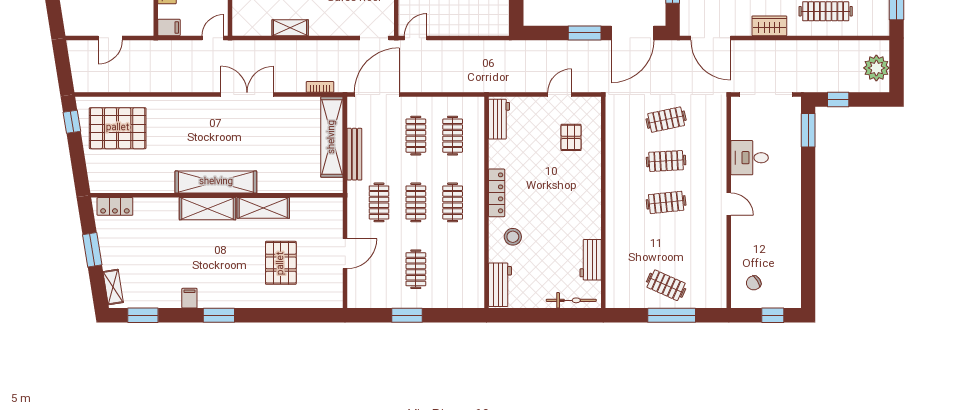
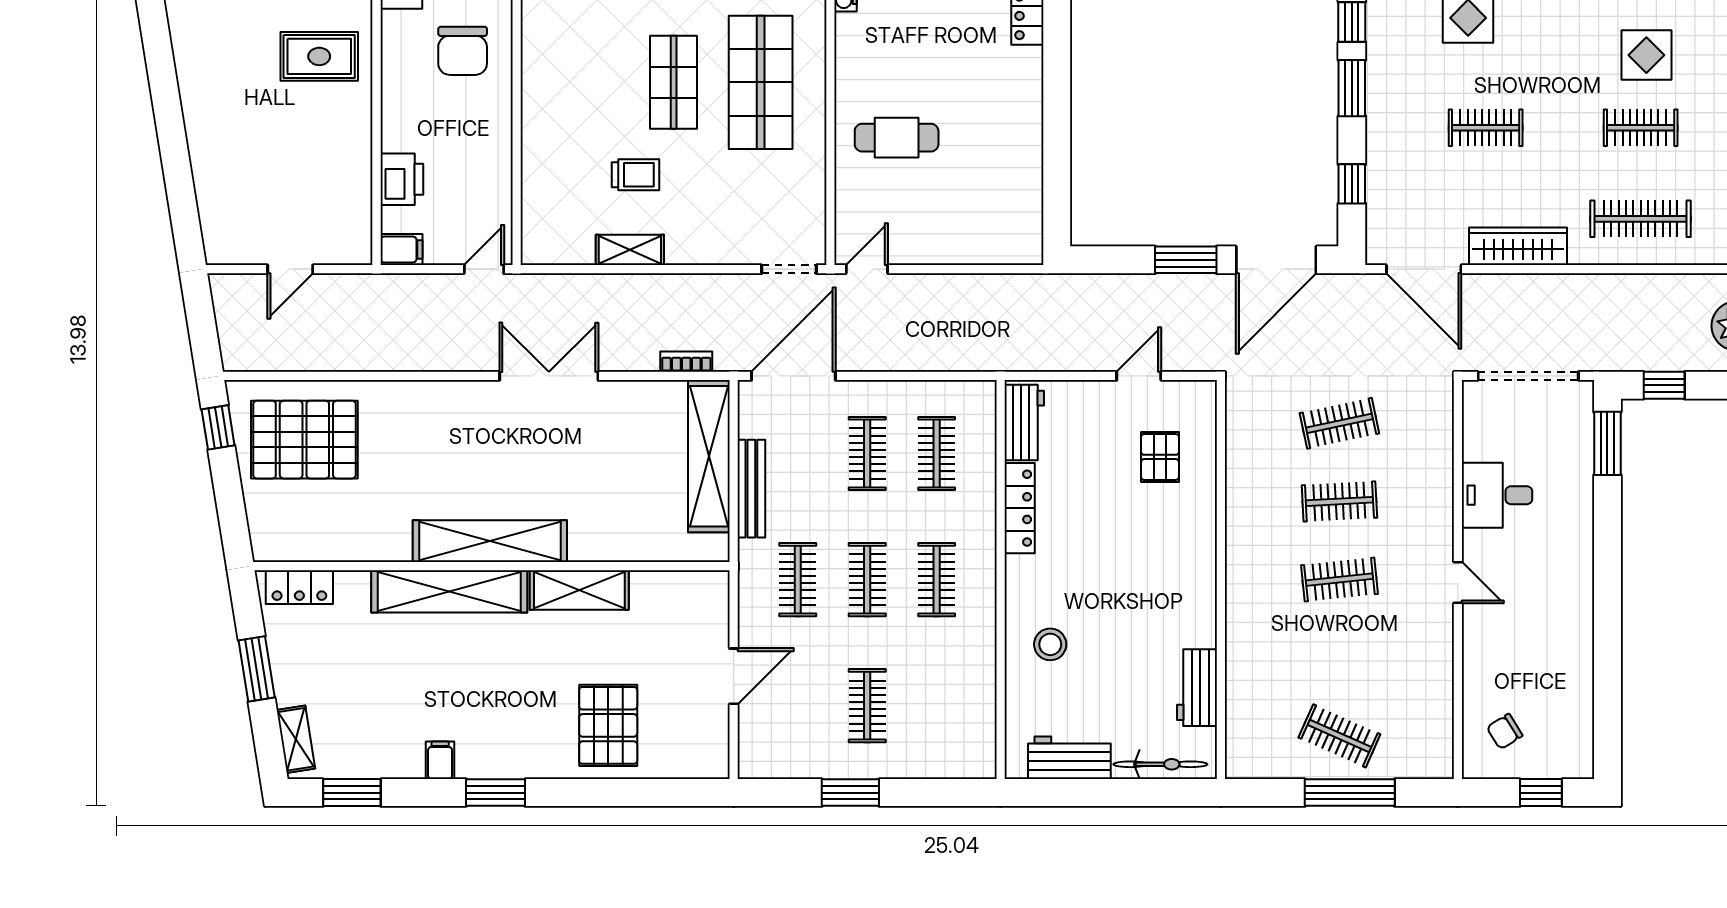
wardrobe: (769, 26) -> (1518, 246), width x1.50
locker: (497, 193) -> (1020, 508), moved
shelving: (208, 209) -> (449, 591), width x1.47
pallet: (281, 263) -> (608, 725), moved
workbench: (500, 285) -> (1069, 758), moved, turned -90

